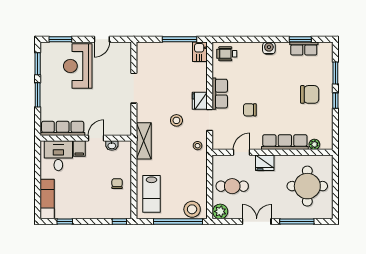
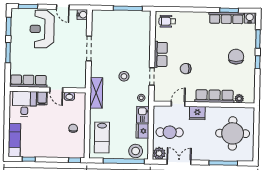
door: (102, 39) -> (63, 7), hinge flipped
water cooler: (125, 48) -> (82, 15), added
water cooler: (269, 48) -> (250, 18), moved
row of seats: (304, 49) -> (226, 18), width x1.48
kitchen sink: (200, 52) -> (143, 115), moved
chair: (310, 94) -> (236, 57), turned -90
fridge: (200, 101) -> (142, 131), moved
door: (96, 138) -> (56, 90), swing flipped
double door: (257, 222) -> (179, 162), moved

